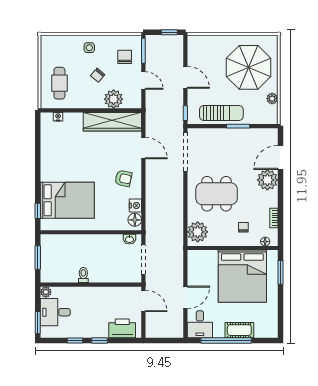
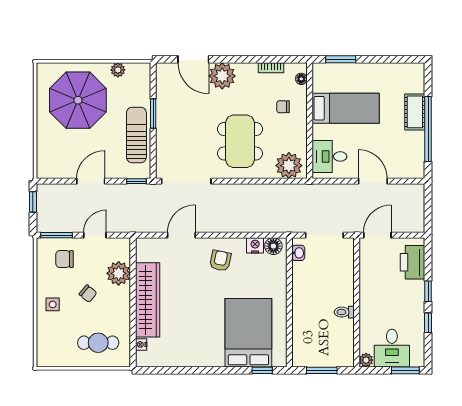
wardrobe: (112, 122) -> (148, 300), moved
bed: (242, 276) -> (346, 108), width x0.49
desk: (200, 324) -> (329, 156), moved, turned 180

